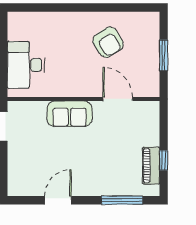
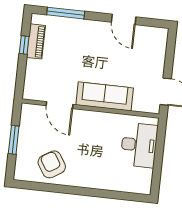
armchair: (108, 42) -> (52, 164), moved
sofa: (69, 114) -> (105, 96), width x1.36
door: (58, 200) -> (124, 19), hinge flipped

